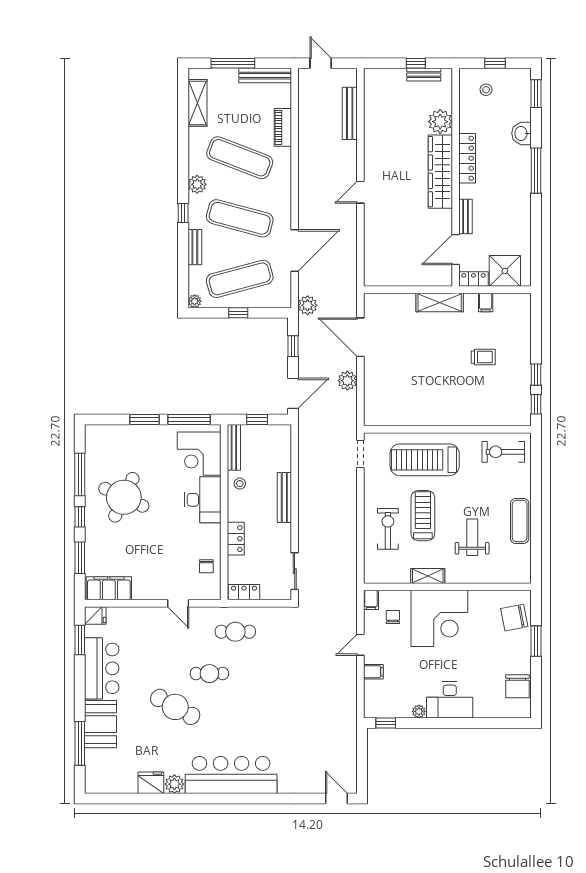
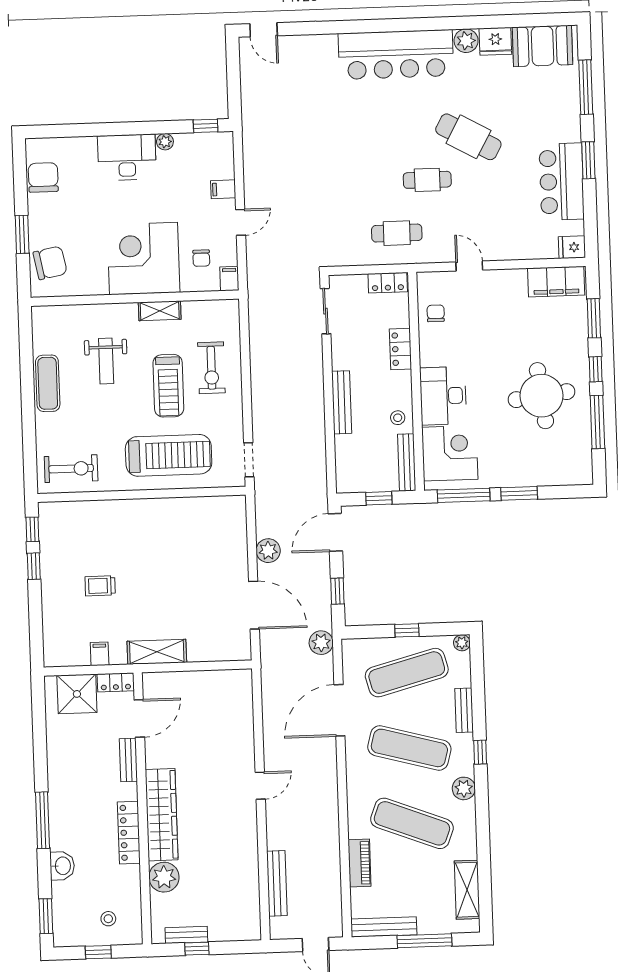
round table: (124, 497) -> (541, 396), turned -32
window: (80, 640) -> (588, 160), moved
booth: (101, 724) -> (543, 46), moved, turned 90

